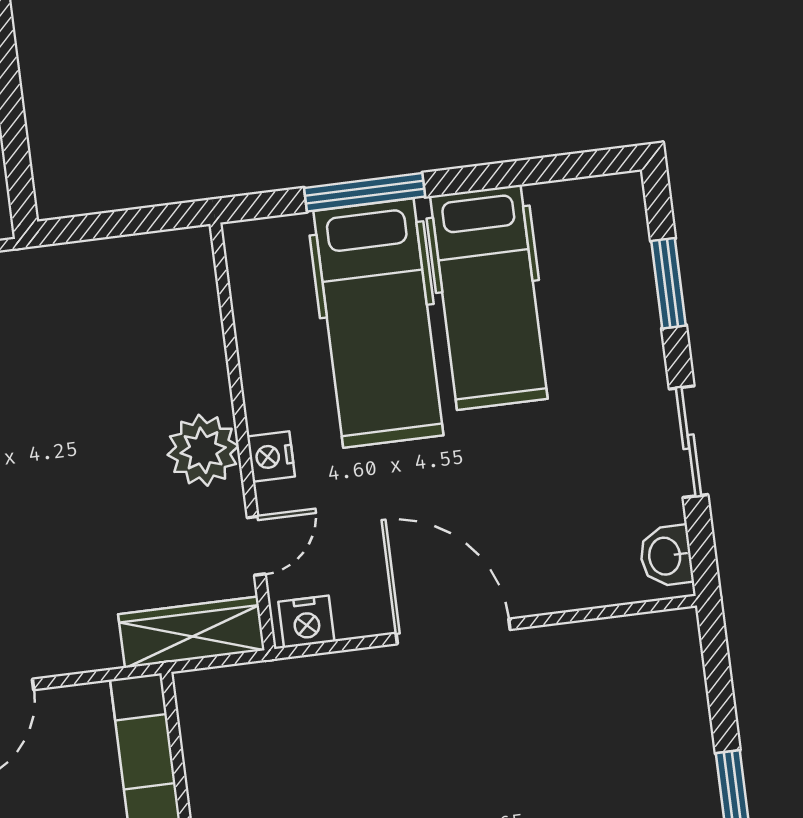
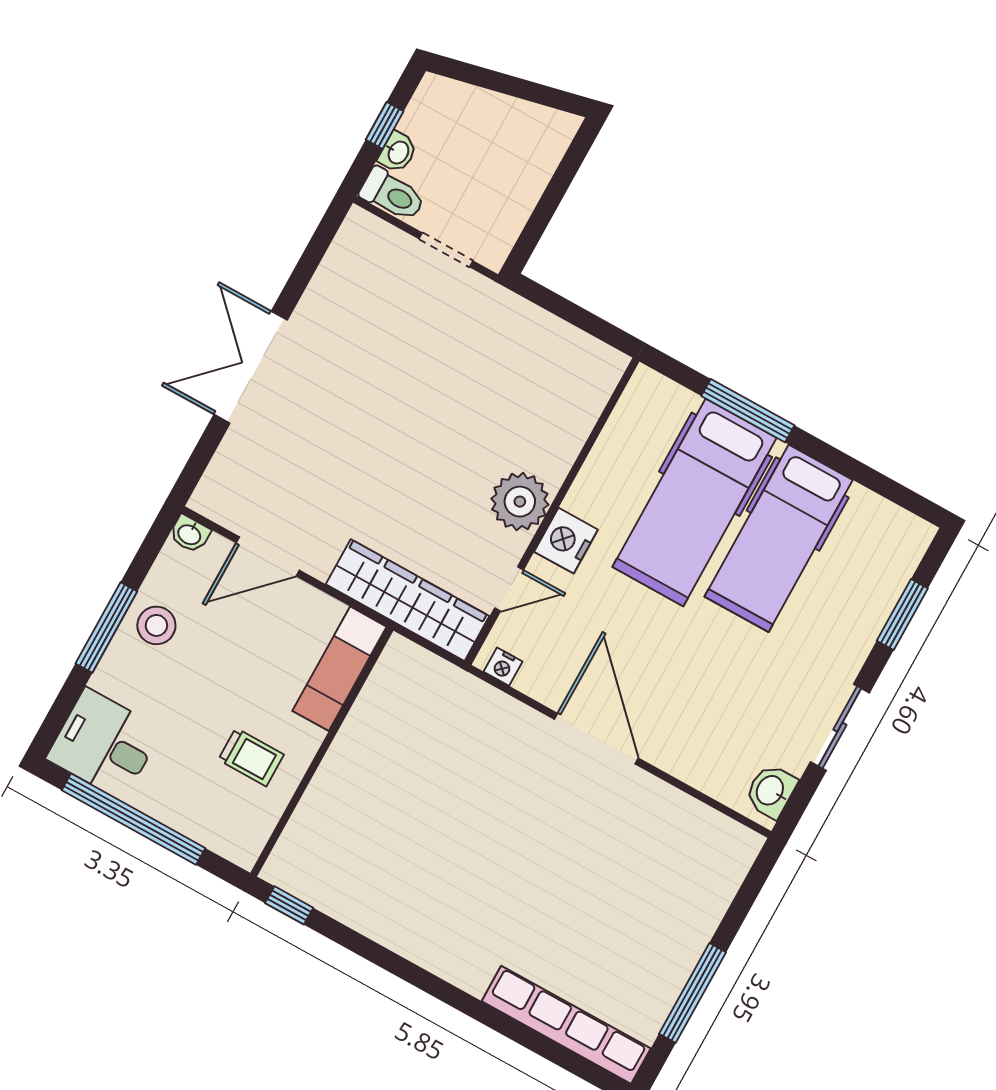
nightstand: (271, 457) -> (566, 541), width x1.36, depth x1.33
nightstand: (306, 622) -> (503, 667), width x0.72, depth x0.74
wardrobe: (191, 632) -> (408, 600), width x1.40, depth x1.17

